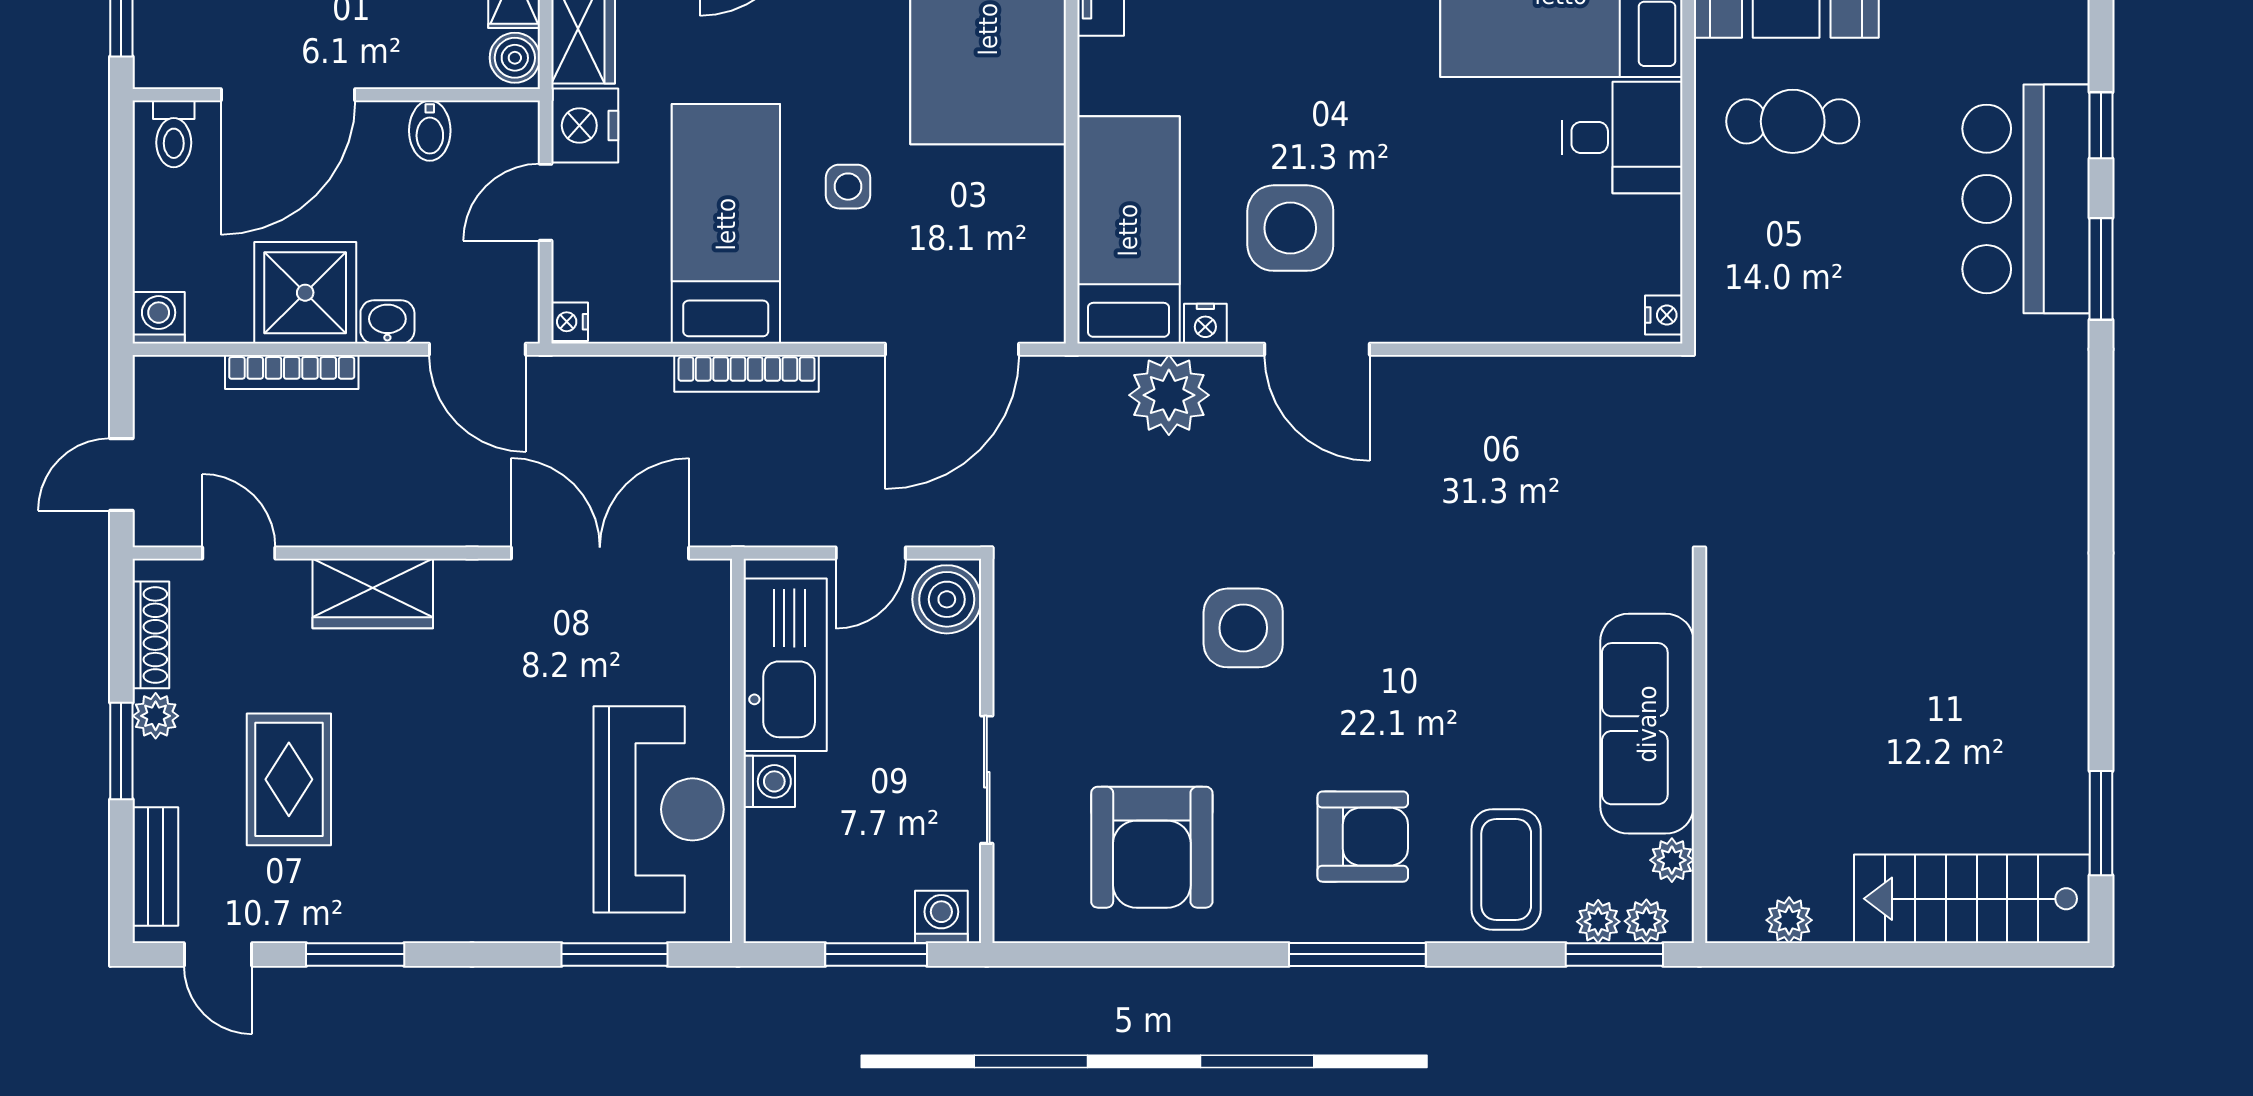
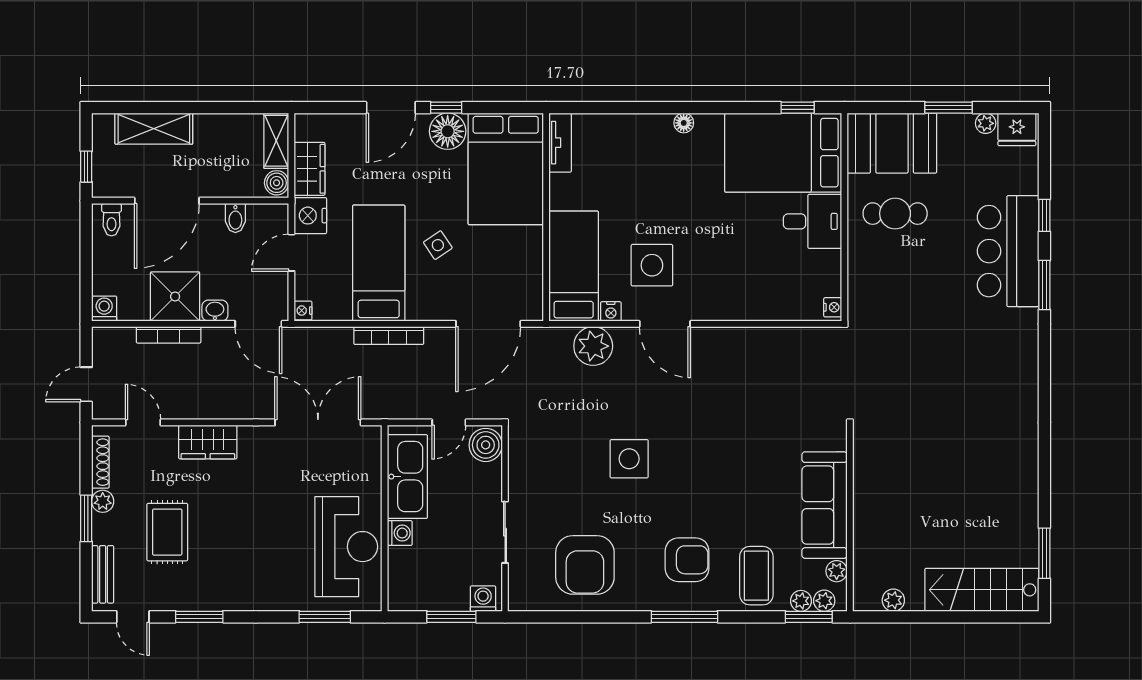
side table: (848, 187) -> (438, 245), turned -34

